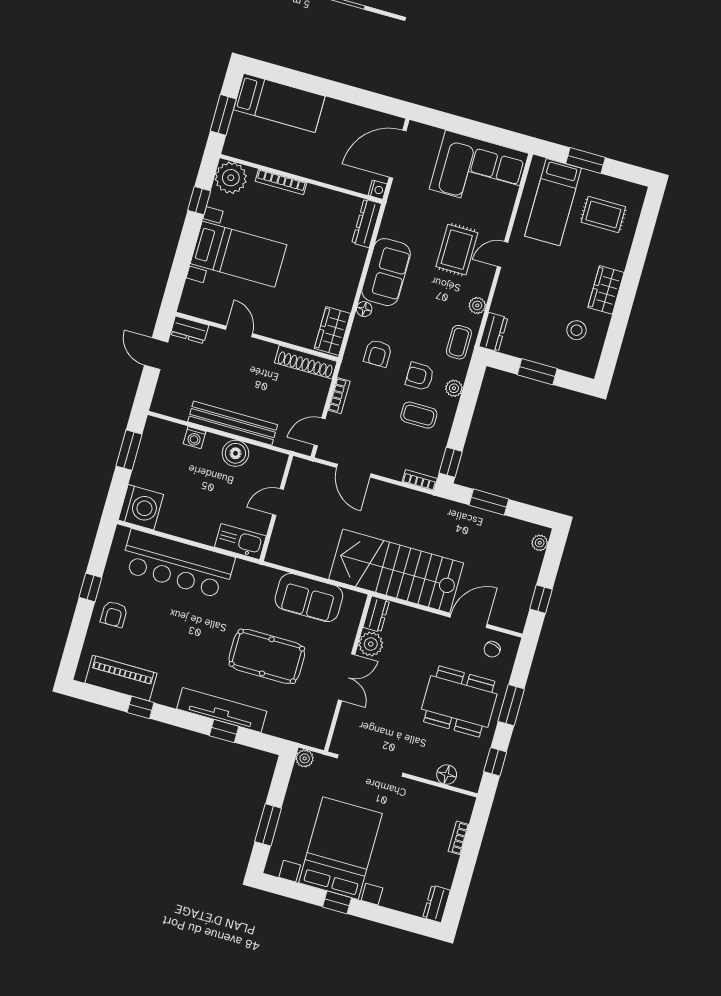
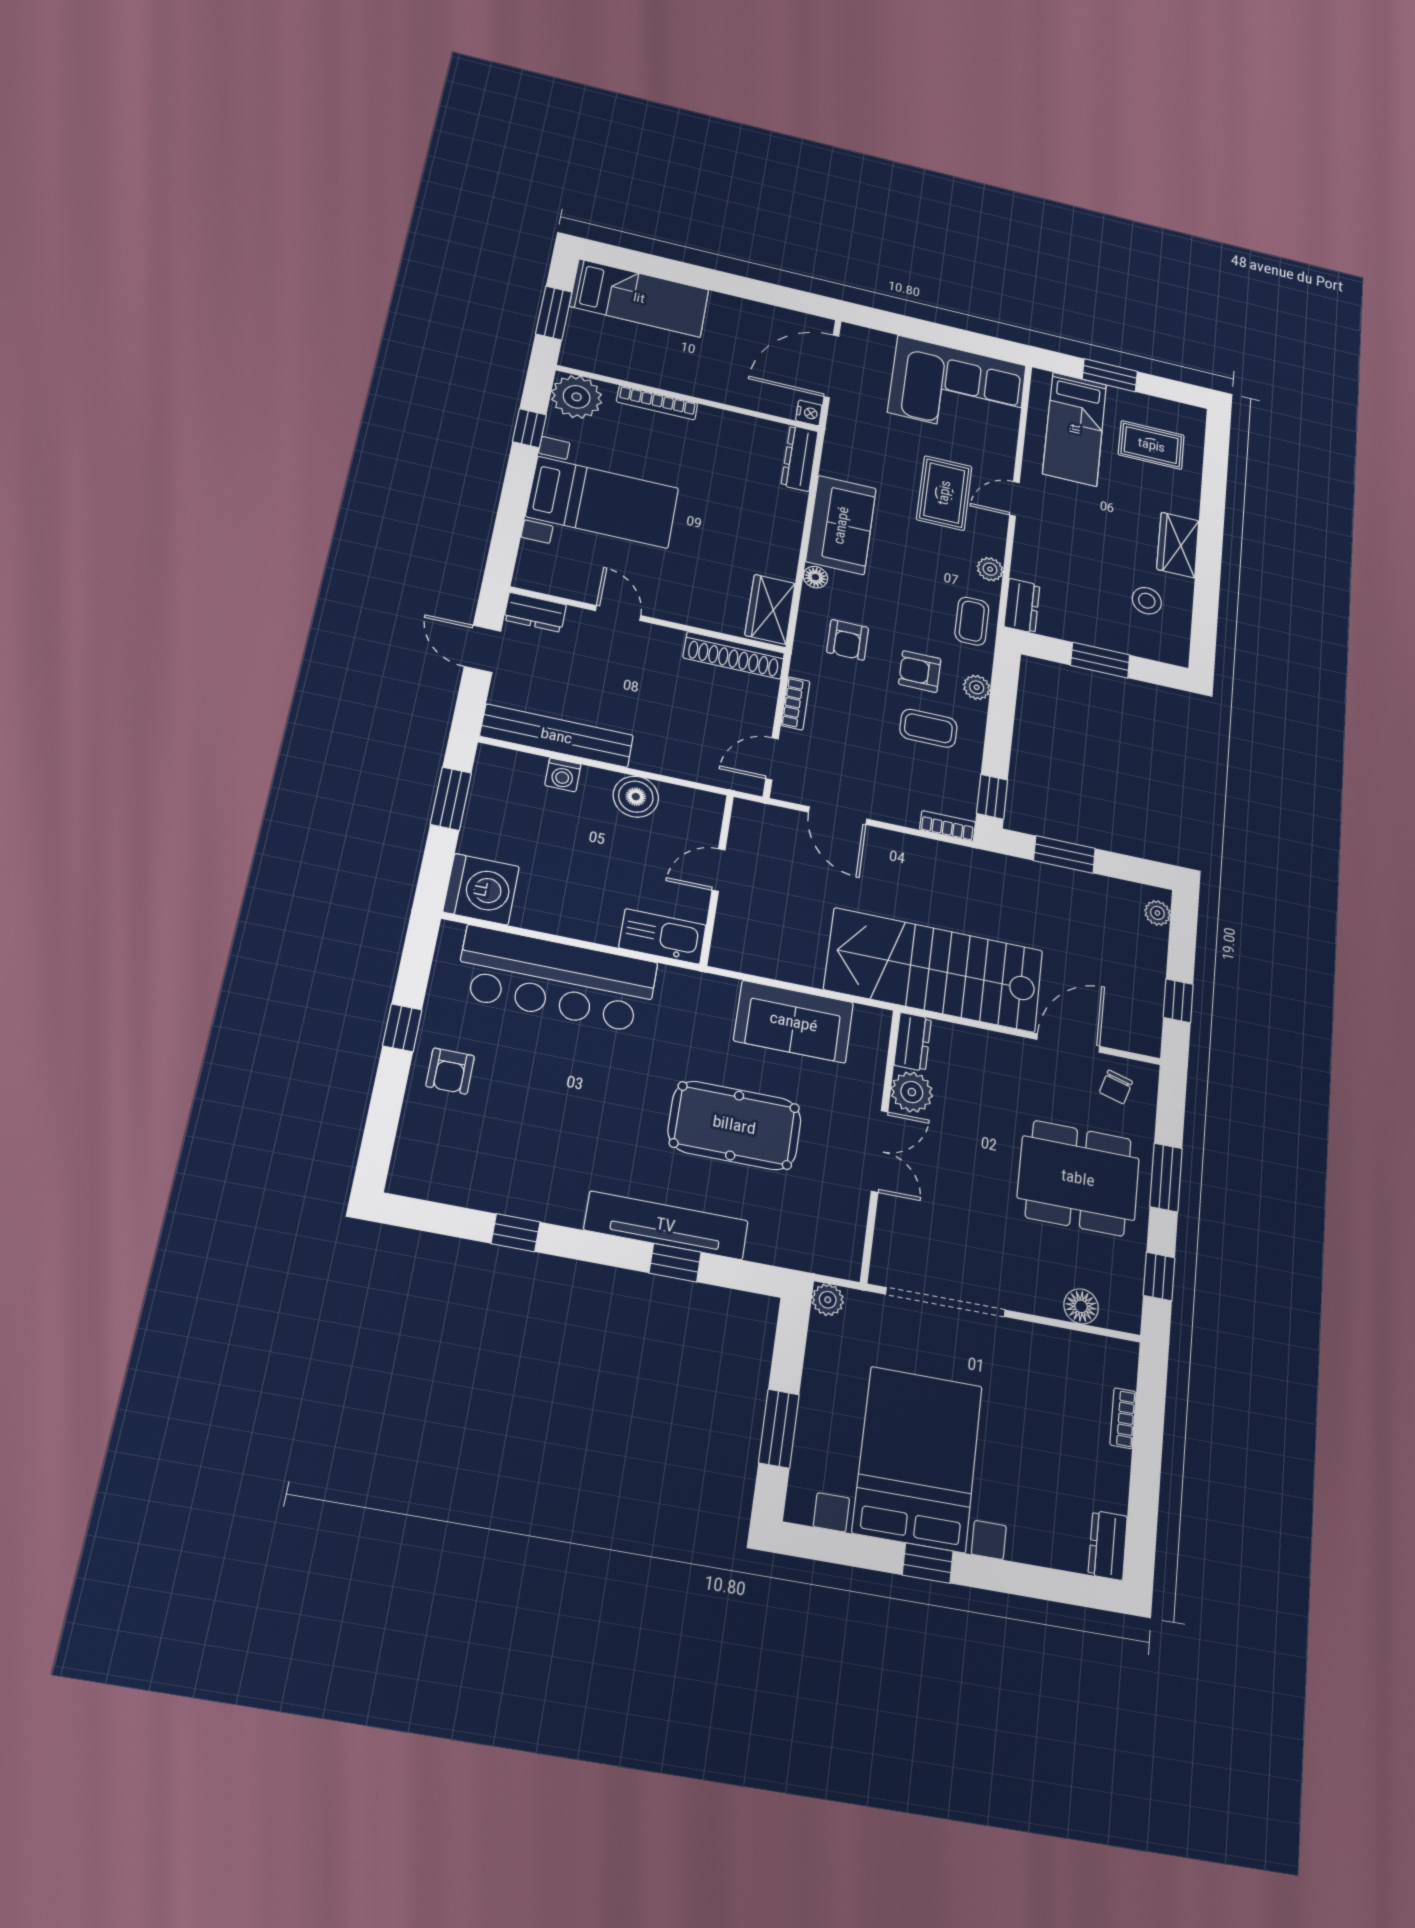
bench: (233, 423) -> (557, 736), moved
piano: (121, 678) -> (474, 1183), removed

